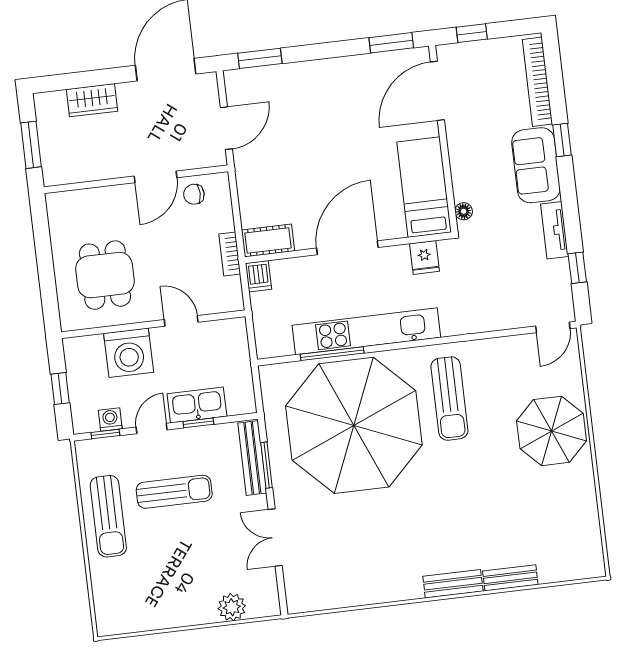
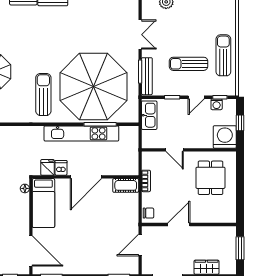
door: (437, 91) -> (31, 251), hinge flipped
chair: (194, 194) -> (148, 213), moved
dishwasher: (258, 276) -> (61, 168), moved
washing machine: (129, 353) -> (225, 137), moved
kitchen sink: (197, 405) -> (149, 115), moved, turned -90

